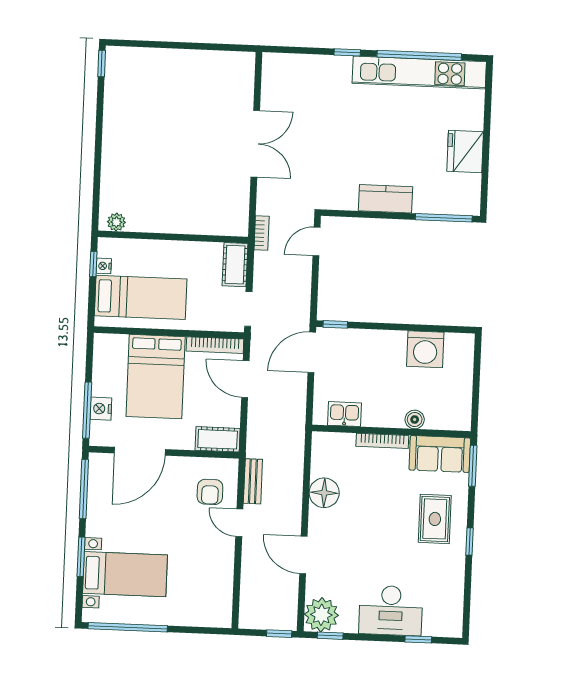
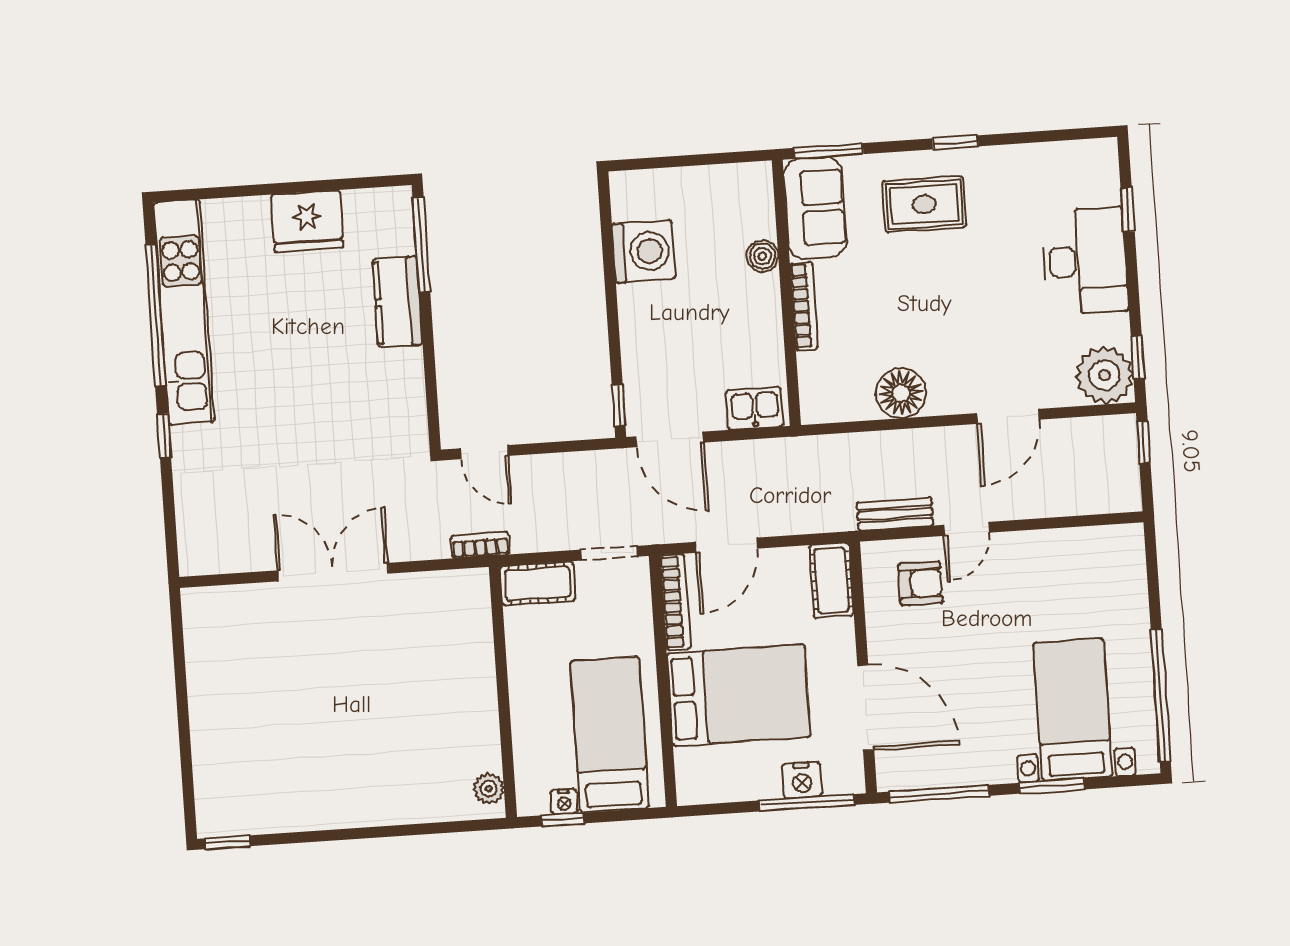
kitchen counter: (385, 199) -> (398, 302), moved
kitchen sink: (344, 414) -> (755, 408), moved, turned 90

